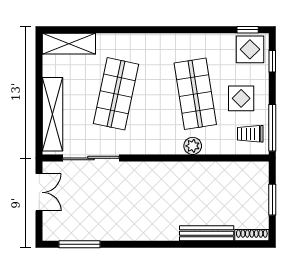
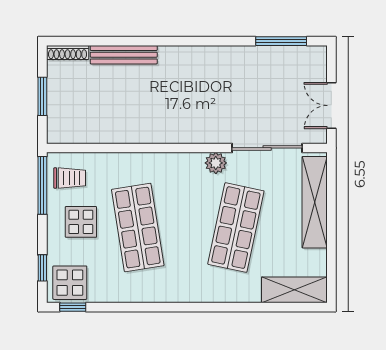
plant: (193, 146) -> (216, 163), moved

